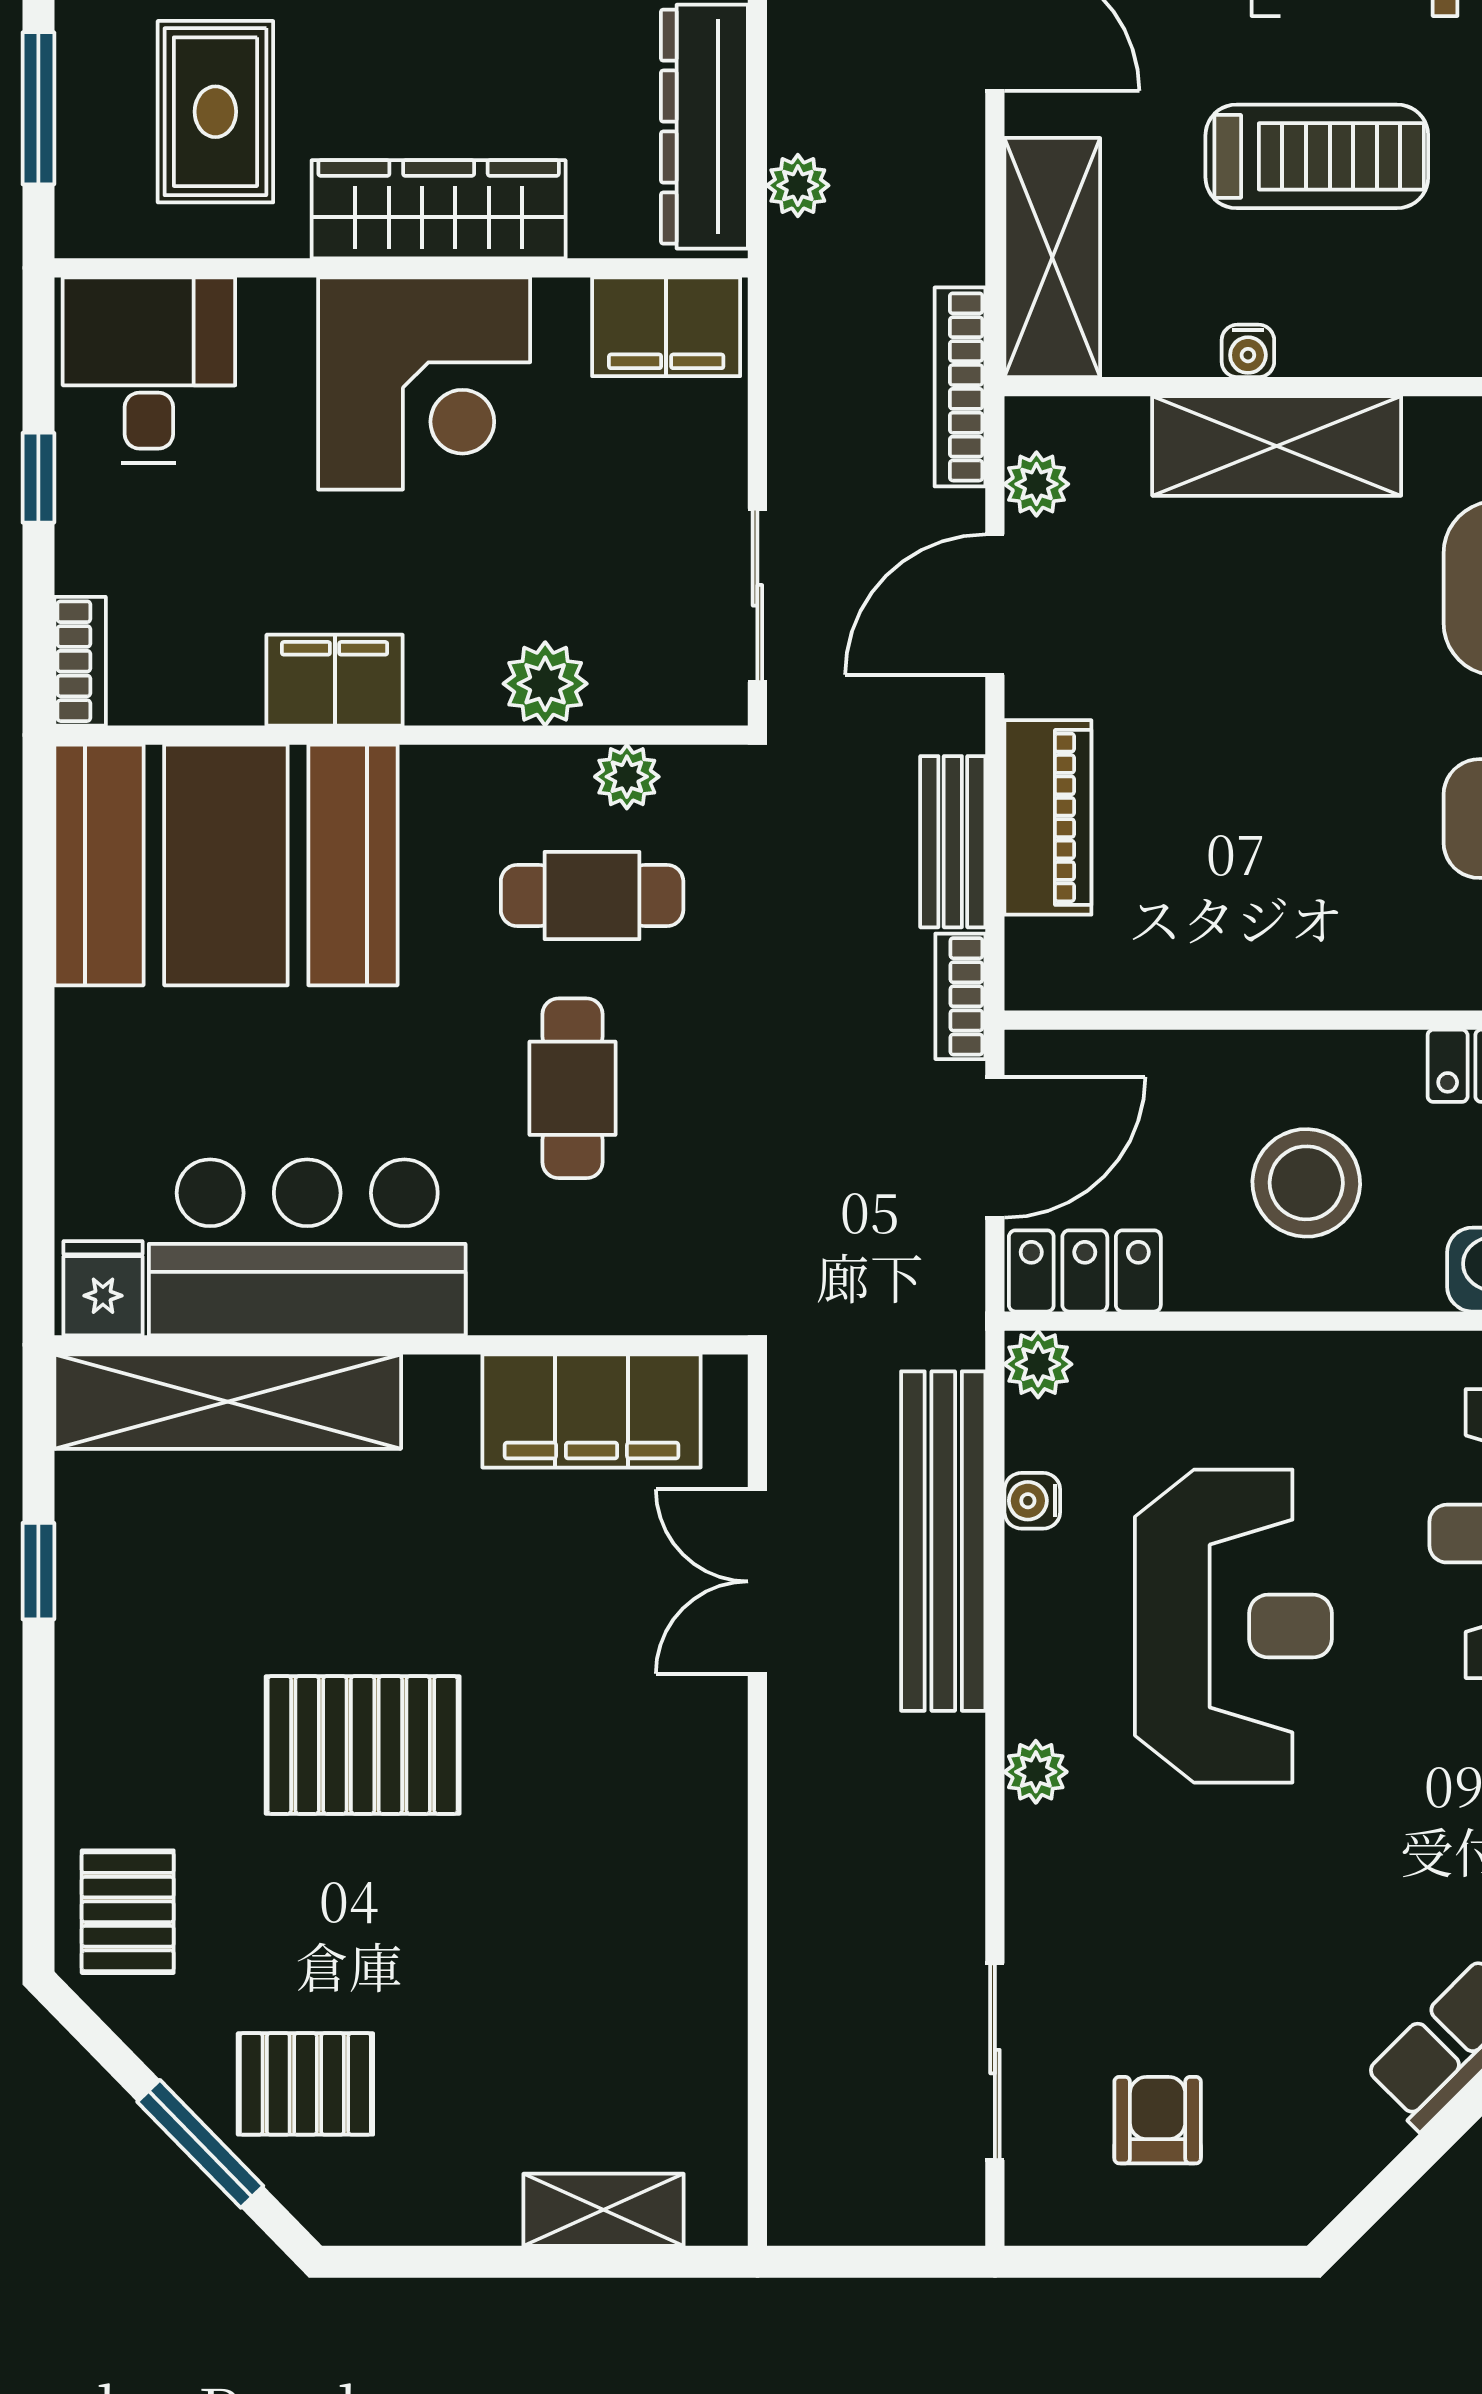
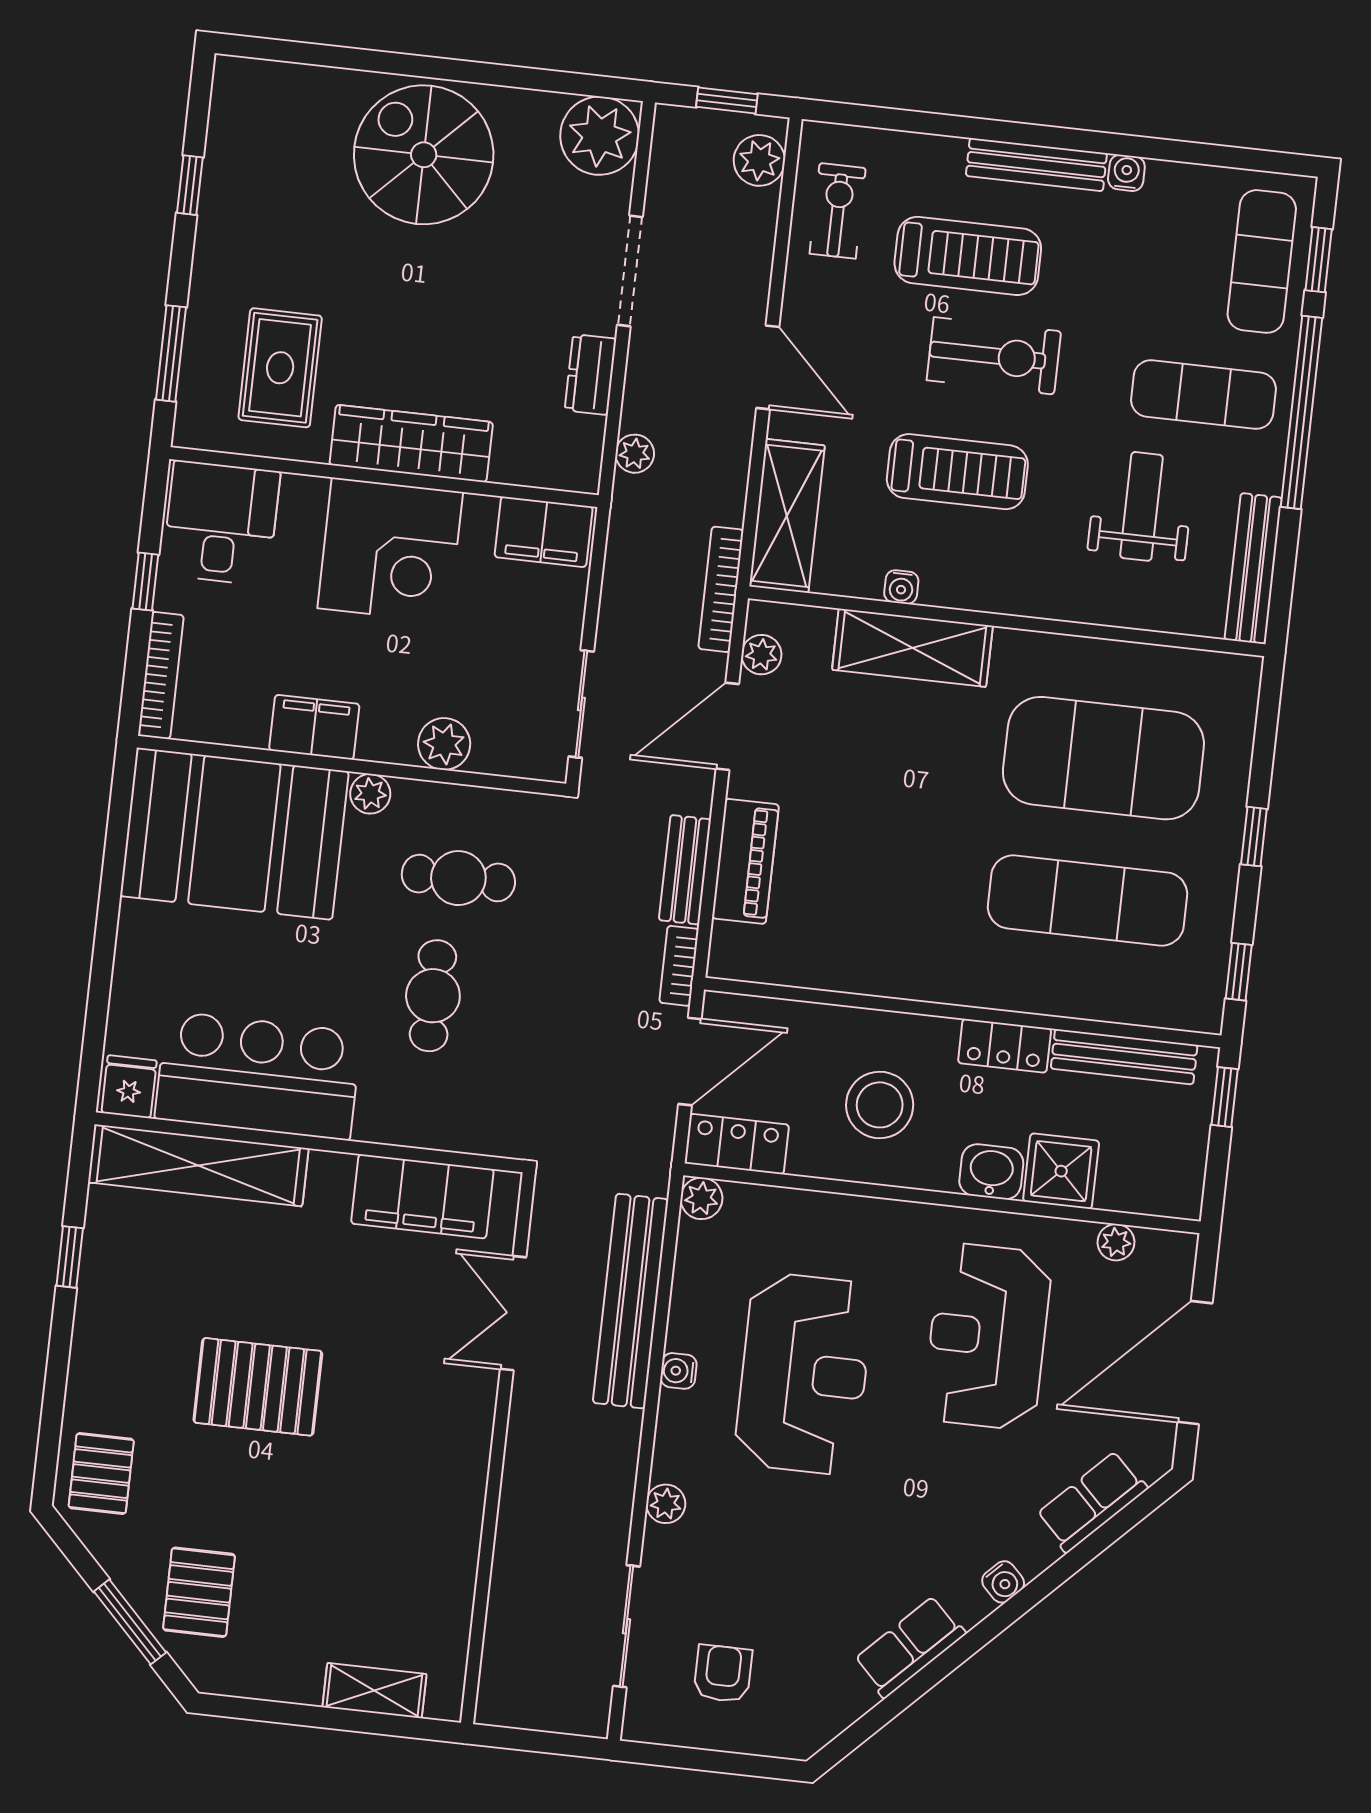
dresser: (704, 127) -> (591, 374), width x0.51, depth x0.80
bookcase: (80, 661) -> (161, 675), width x1.56
plant: (627, 777) -> (370, 794), moved
water cooler: (1032, 1501) -> (678, 1371), moved
plant: (1036, 1772) -> (666, 1504), moved
pallet: (305, 2084) -> (199, 1592), turned 90

